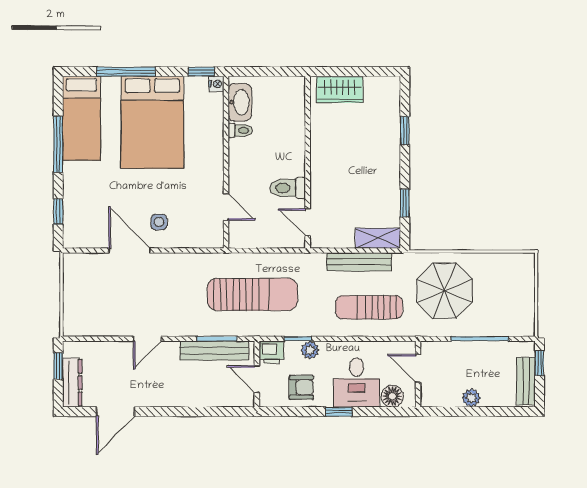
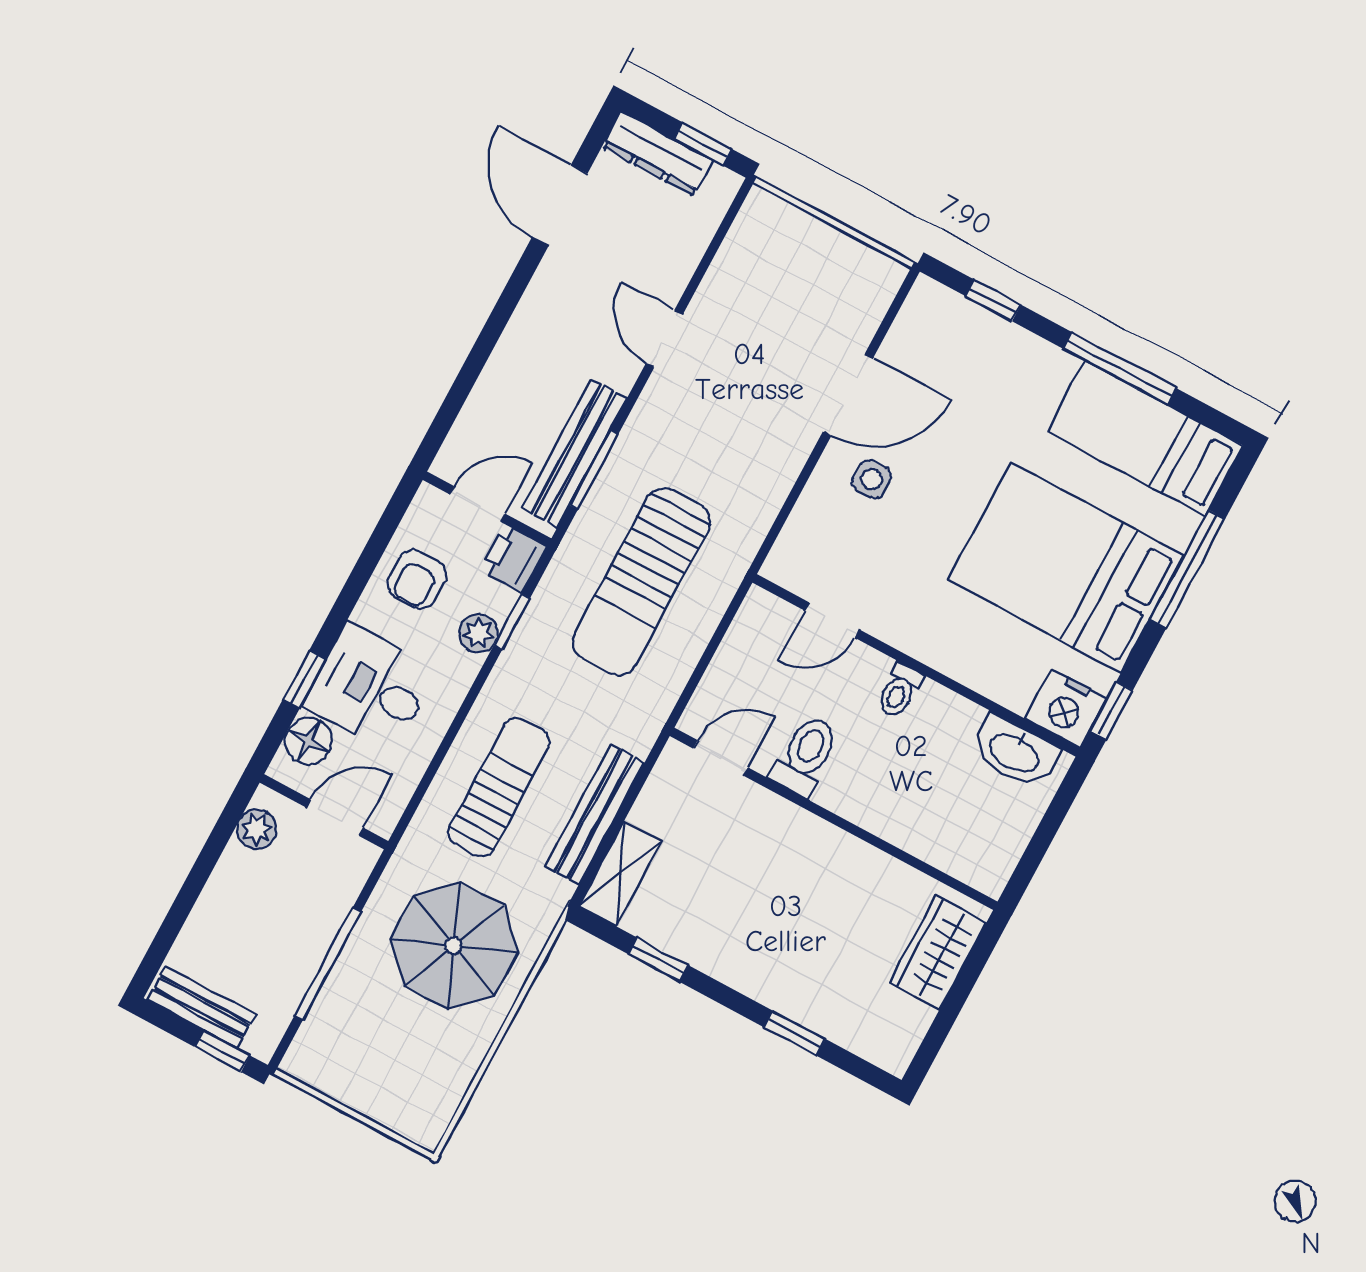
nightstand: (216, 84) -> (1066, 708), width x1.89, depth x1.79
toilet: (240, 130) -> (899, 691), moved
plant: (471, 398) -> (257, 829), moved
window: (339, 412) -> (304, 680), moved

